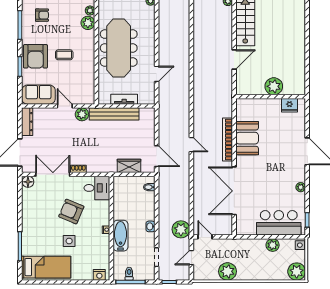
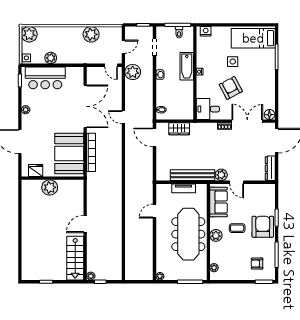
plant: (88, 23) -> (216, 235), moved
plant: (274, 86) -> (50, 187), moved
sofa: (38, 95) -> (219, 202), moved, turned -90
wall: (271, 97) -> (52, 178), moved
fridge: (289, 105) -> (36, 171), moved
booth: (247, 138) -> (69, 154), width x1.36, depth x1.42
door: (191, 145) -> (123, 117), moved
double door: (53, 174) -> (247, 121), swing flipped
armchair: (71, 212) -> (231, 88), turned -141

